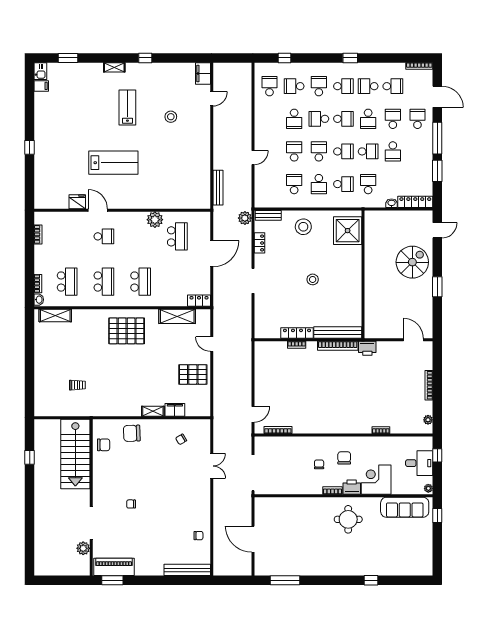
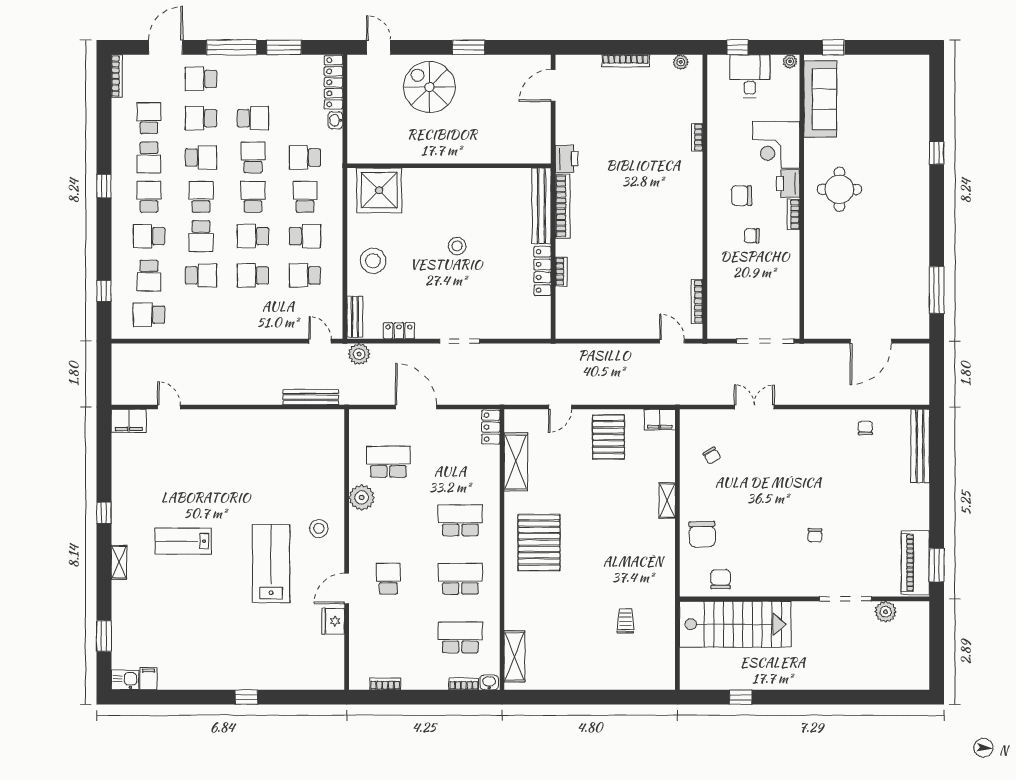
stool: (171, 117) -> (319, 528), moved
door: (253, 158) -> (320, 341), moved
filing cabinet: (175, 410) -> (660, 420), moved, turned -90

